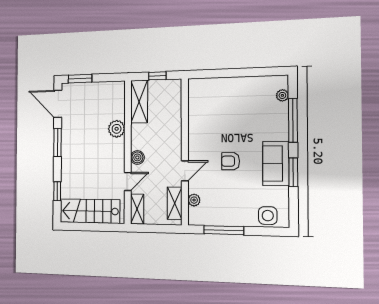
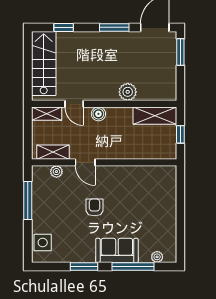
sofa: (276, 163) -> (117, 250), moved

